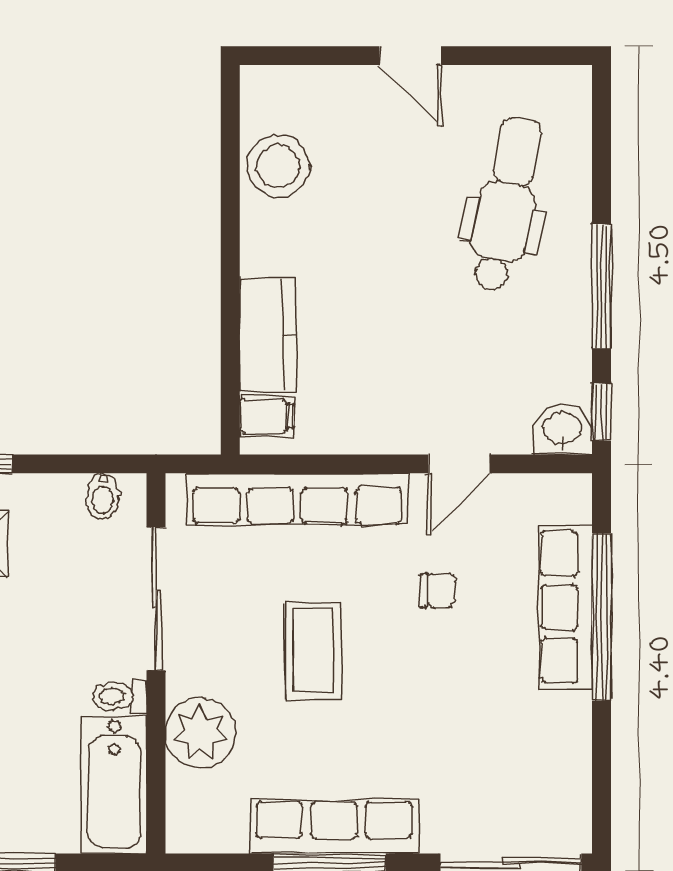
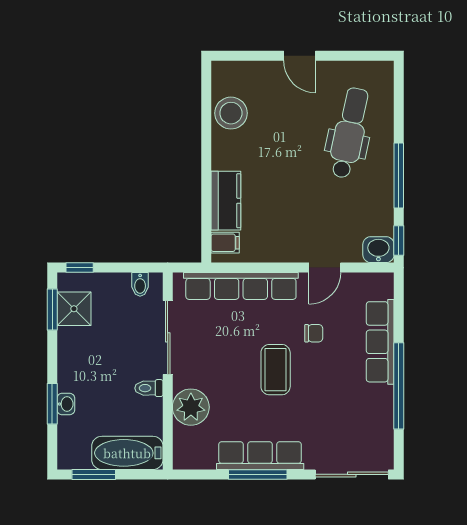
window: (601, 617) -> (399, 386), moved
coffee table: (313, 651) -> (276, 370), moved
bathtub: (114, 785) -> (127, 453), moved, turned 90

